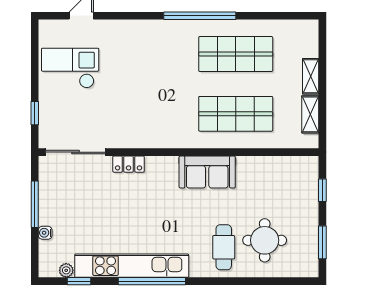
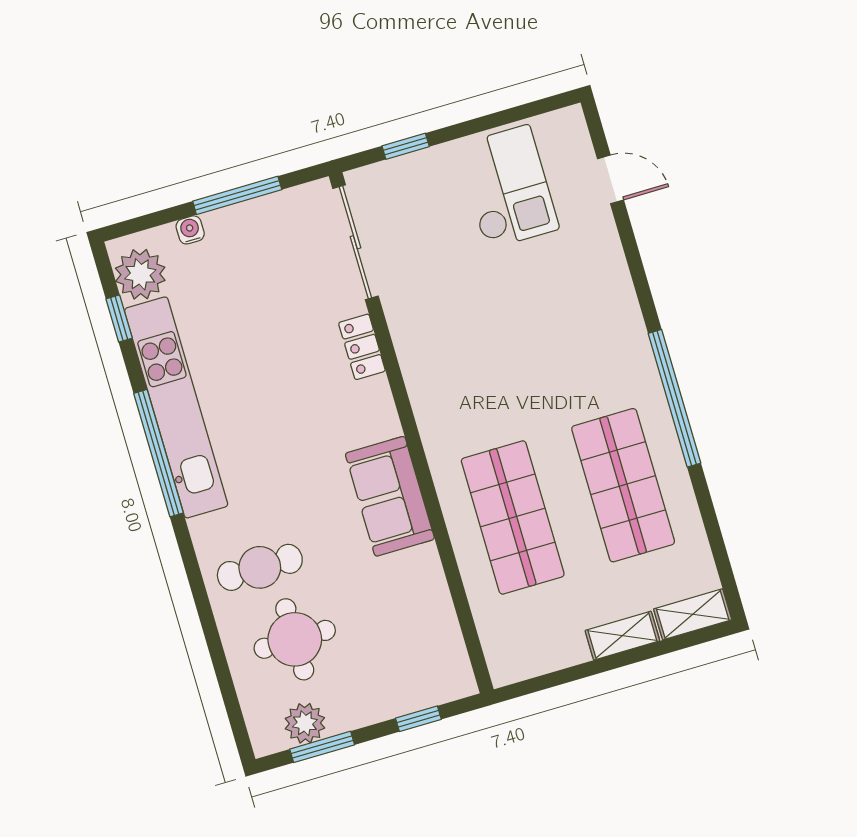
shelving: (310, 114) -> (693, 614), moved
plant: (308, 247) -> (305, 723), added
plant: (66, 270) -> (140, 274), width x1.88, depth x1.88

